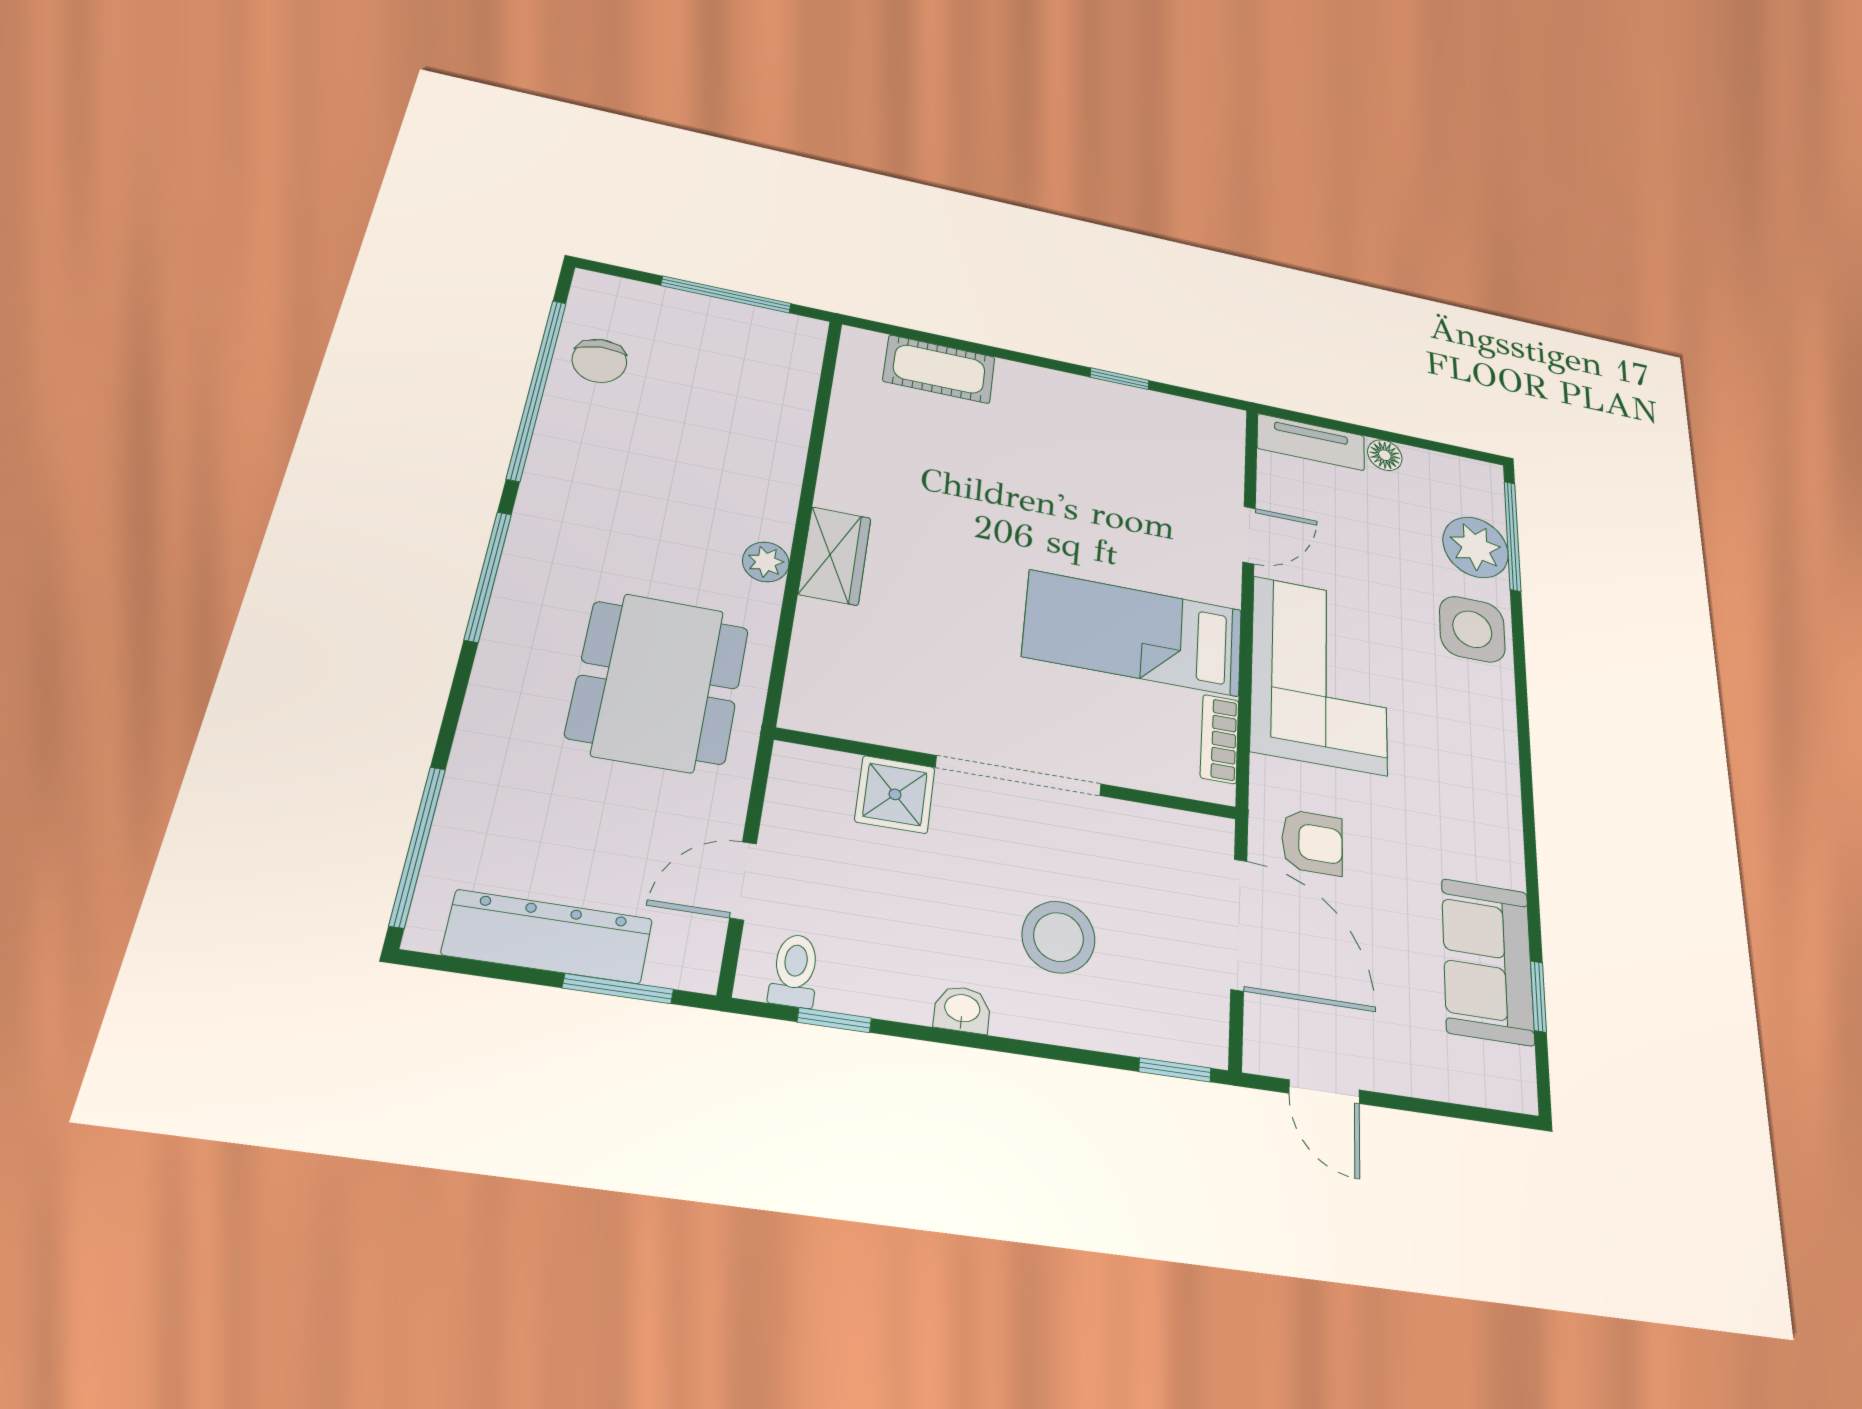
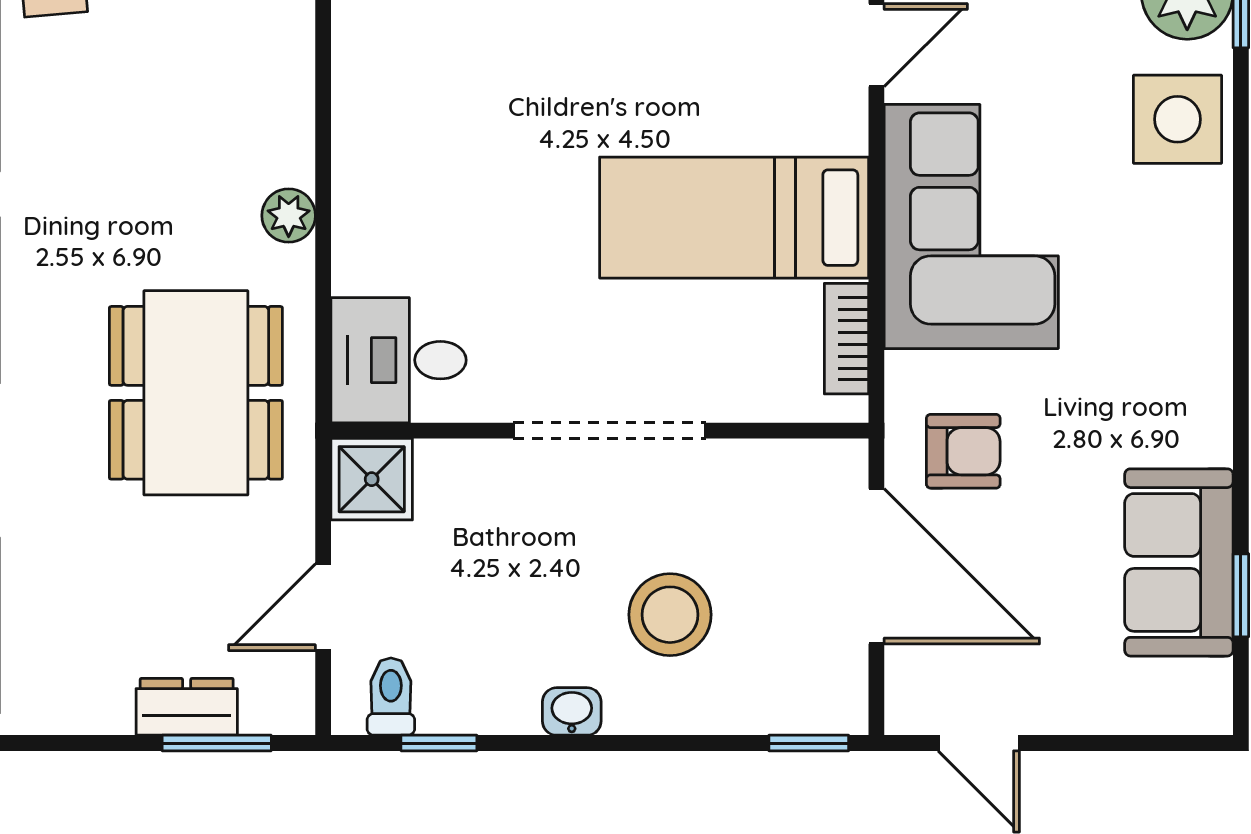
wardrobe: (835, 556) -> (366, 190), removed
desk: (843, 688) -> (399, 360), added
shower: (895, 794) -> (372, 479), moved
dresser: (548, 937) -> (187, 707), width x0.51, depth x0.80

